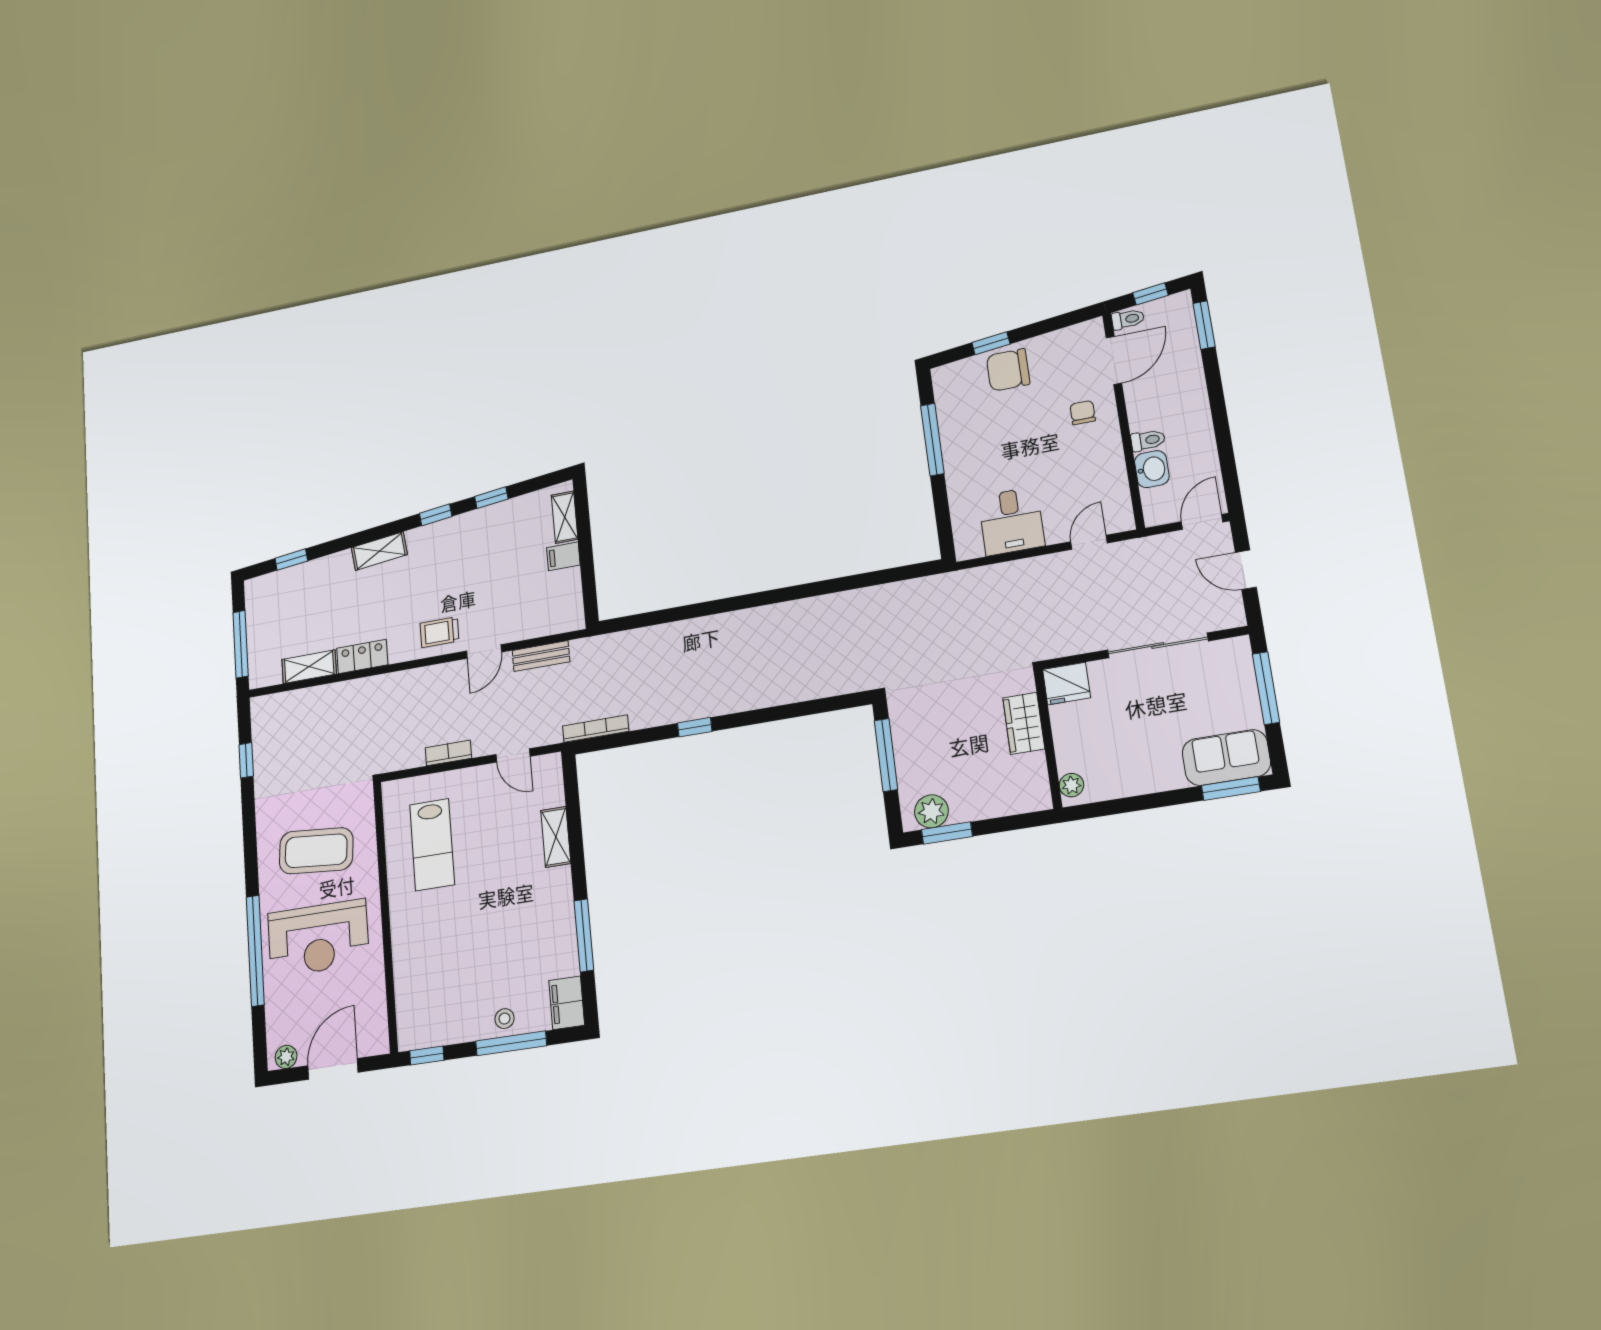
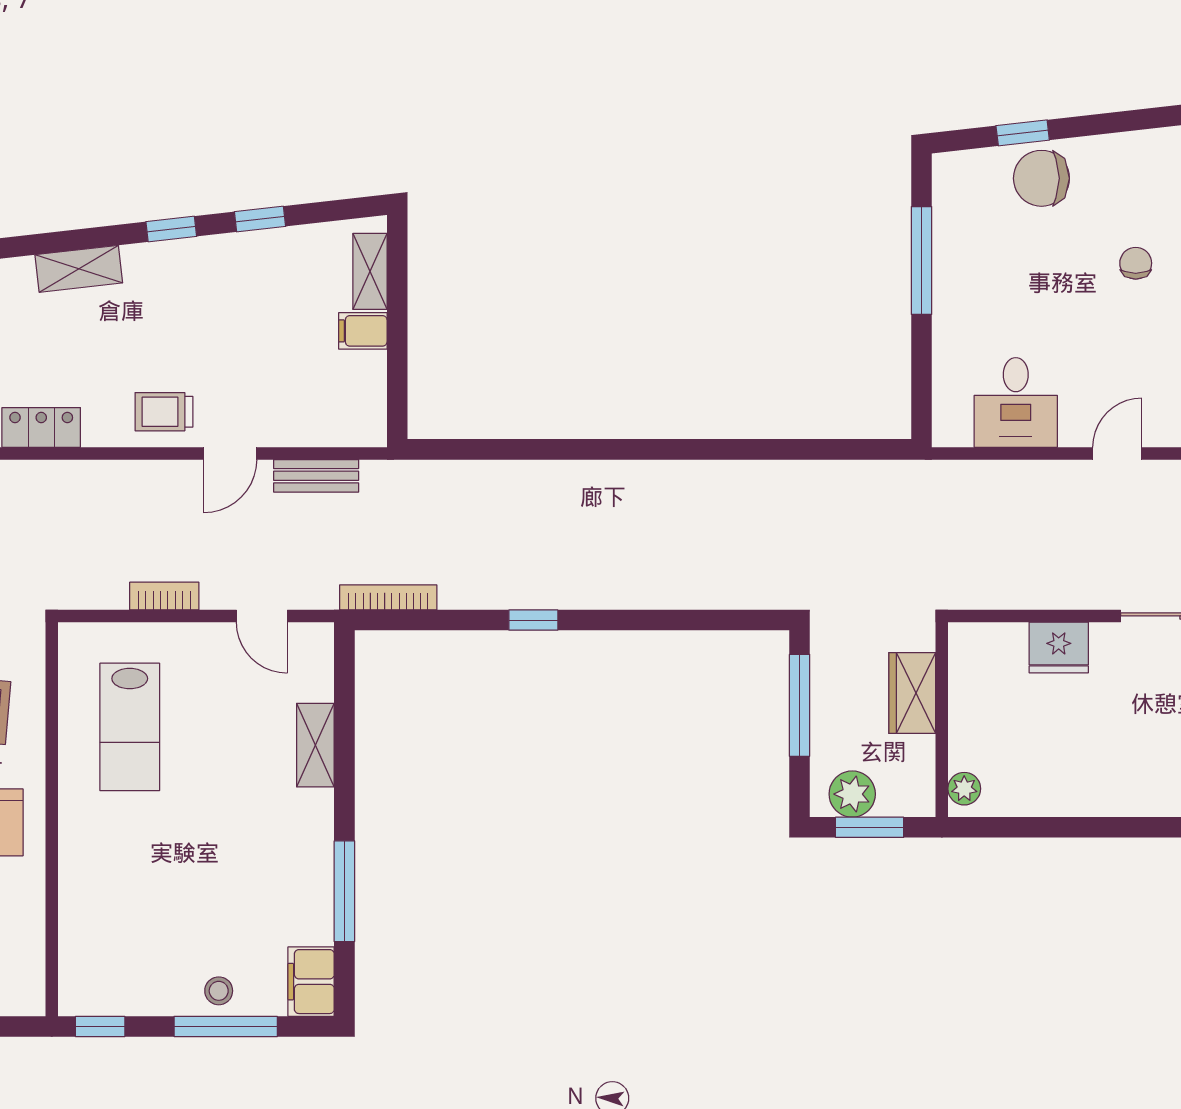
wardrobe: (1024, 723) -> (912, 693), moved
wall: (1048, 739) -> (942, 720), moved
plant: (1071, 785) -> (964, 789), moved

